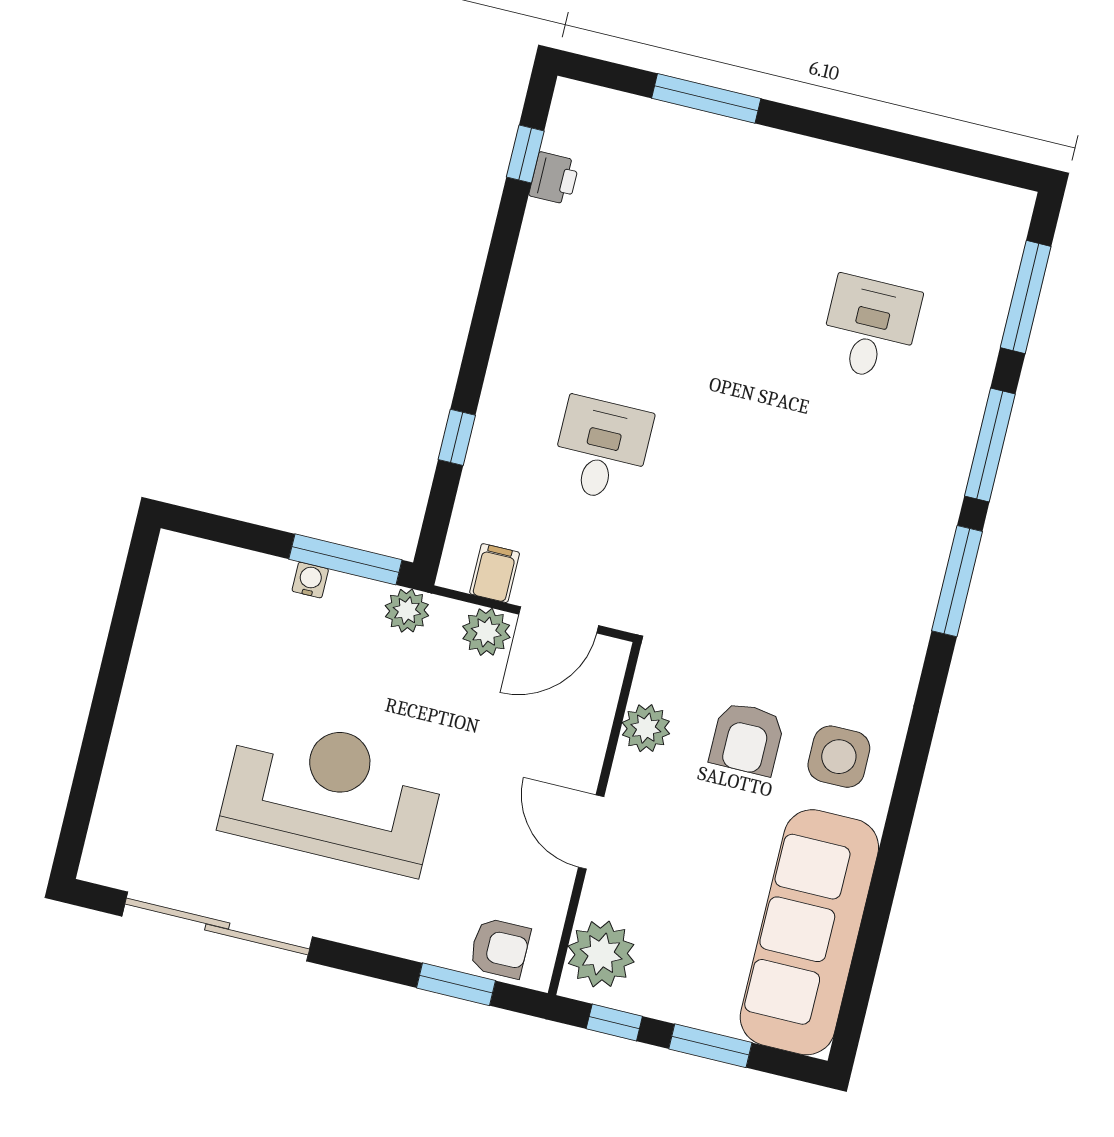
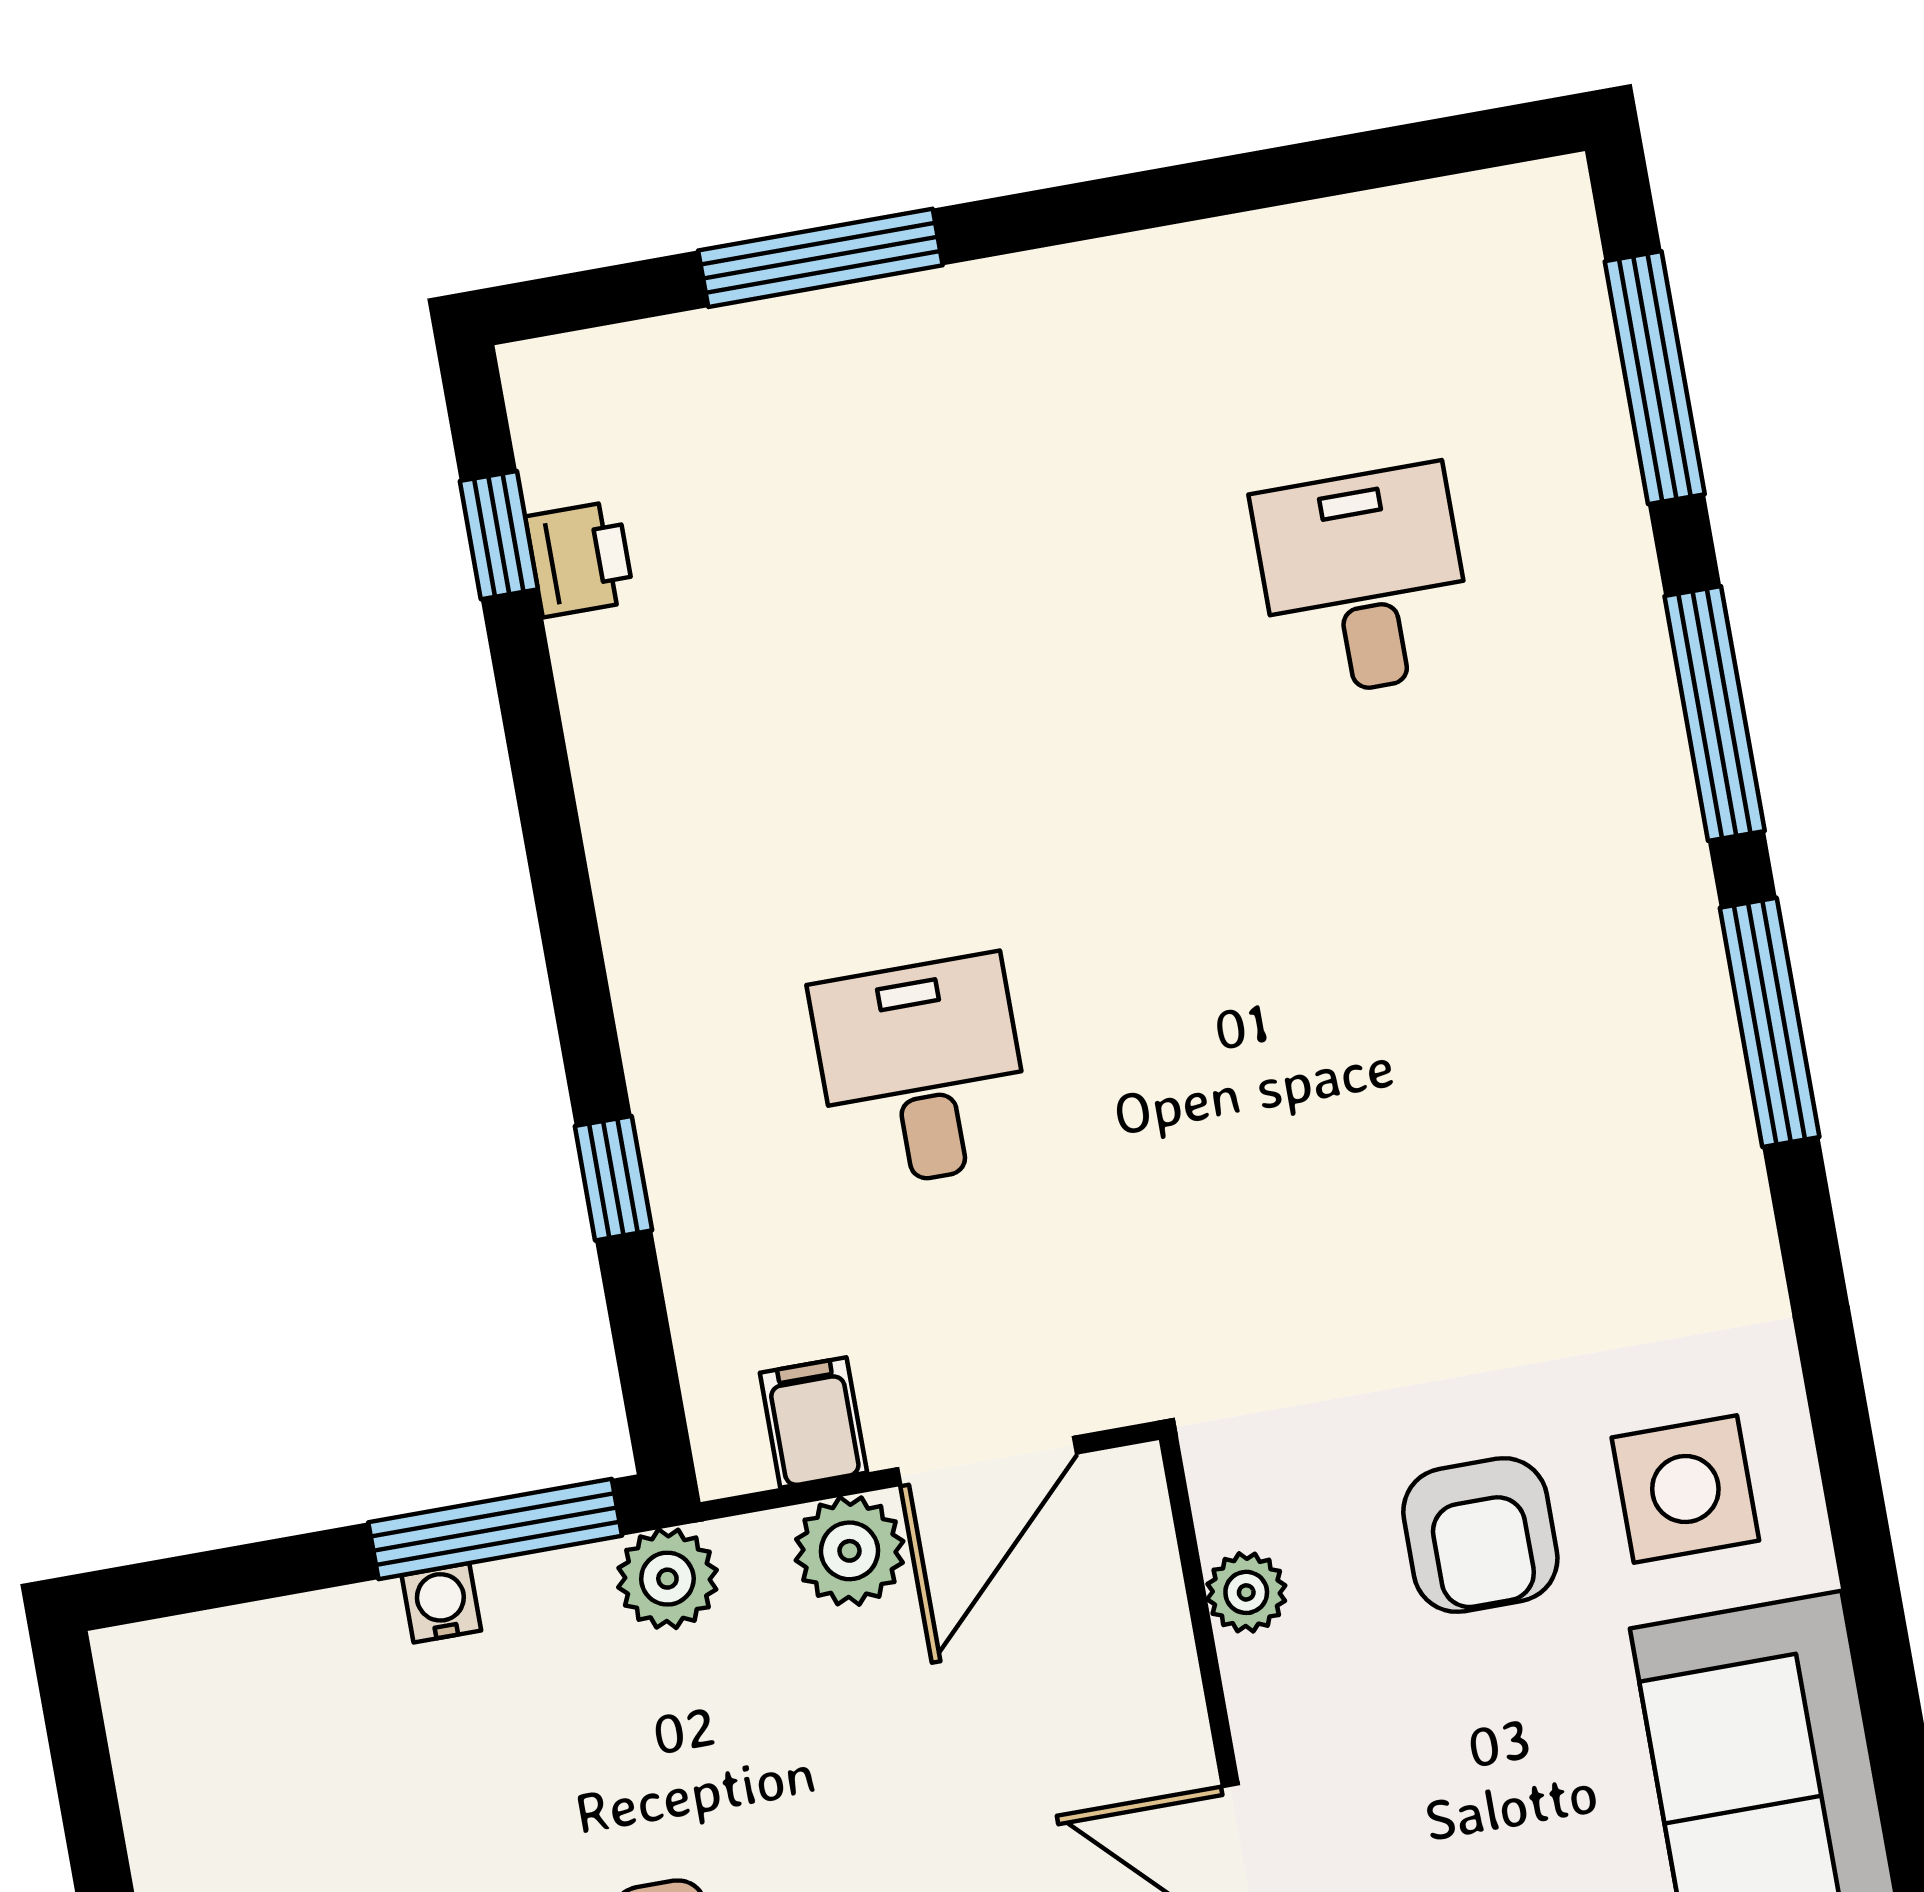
plant: (646, 728) -> (1246, 1592), width x0.73, depth x0.73

